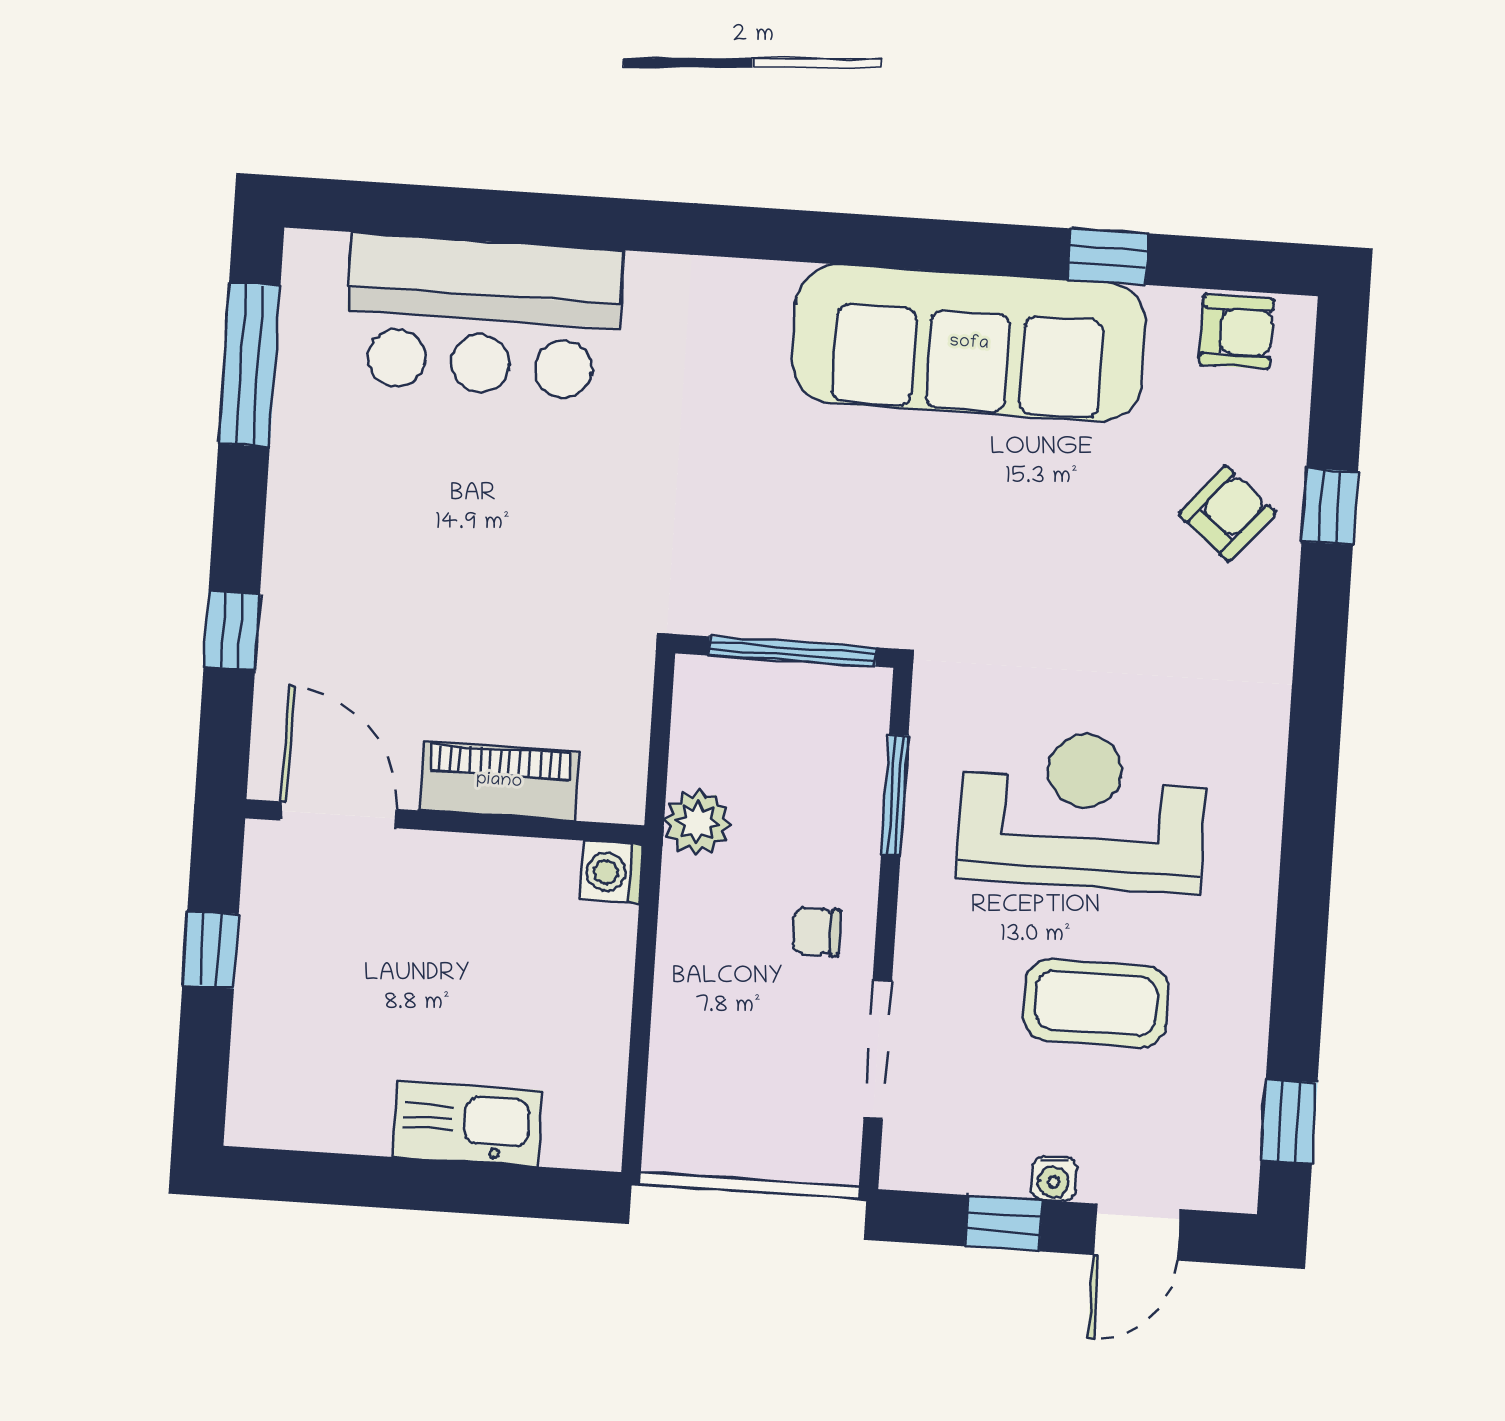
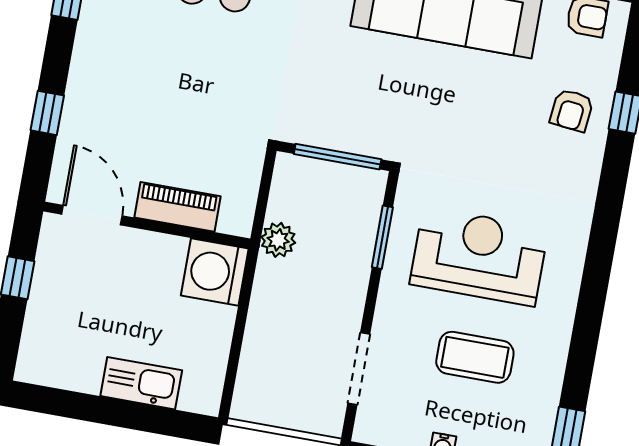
armchair: (1227, 514) -> (572, 110), turned 146
washing machine: (612, 872) -> (215, 272), width x1.89, depth x1.89
chair: (817, 932) -> (334, 304), removed

